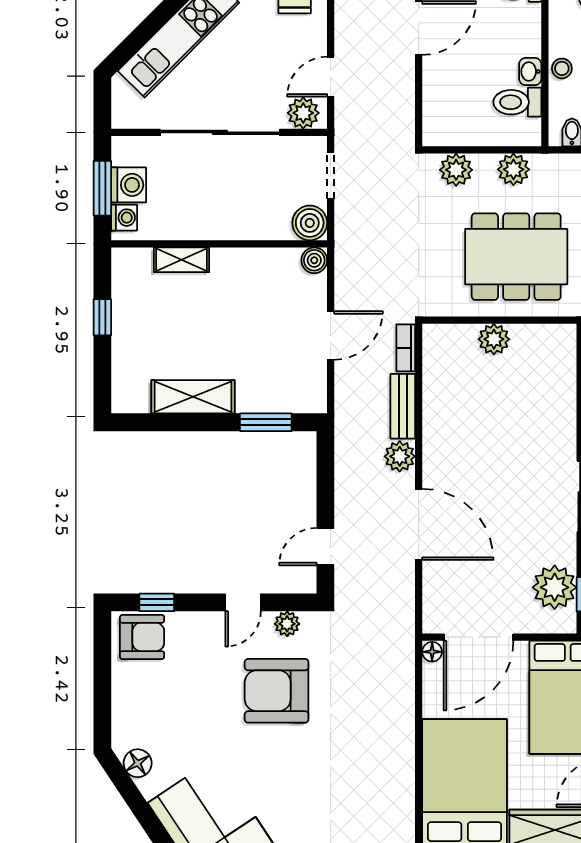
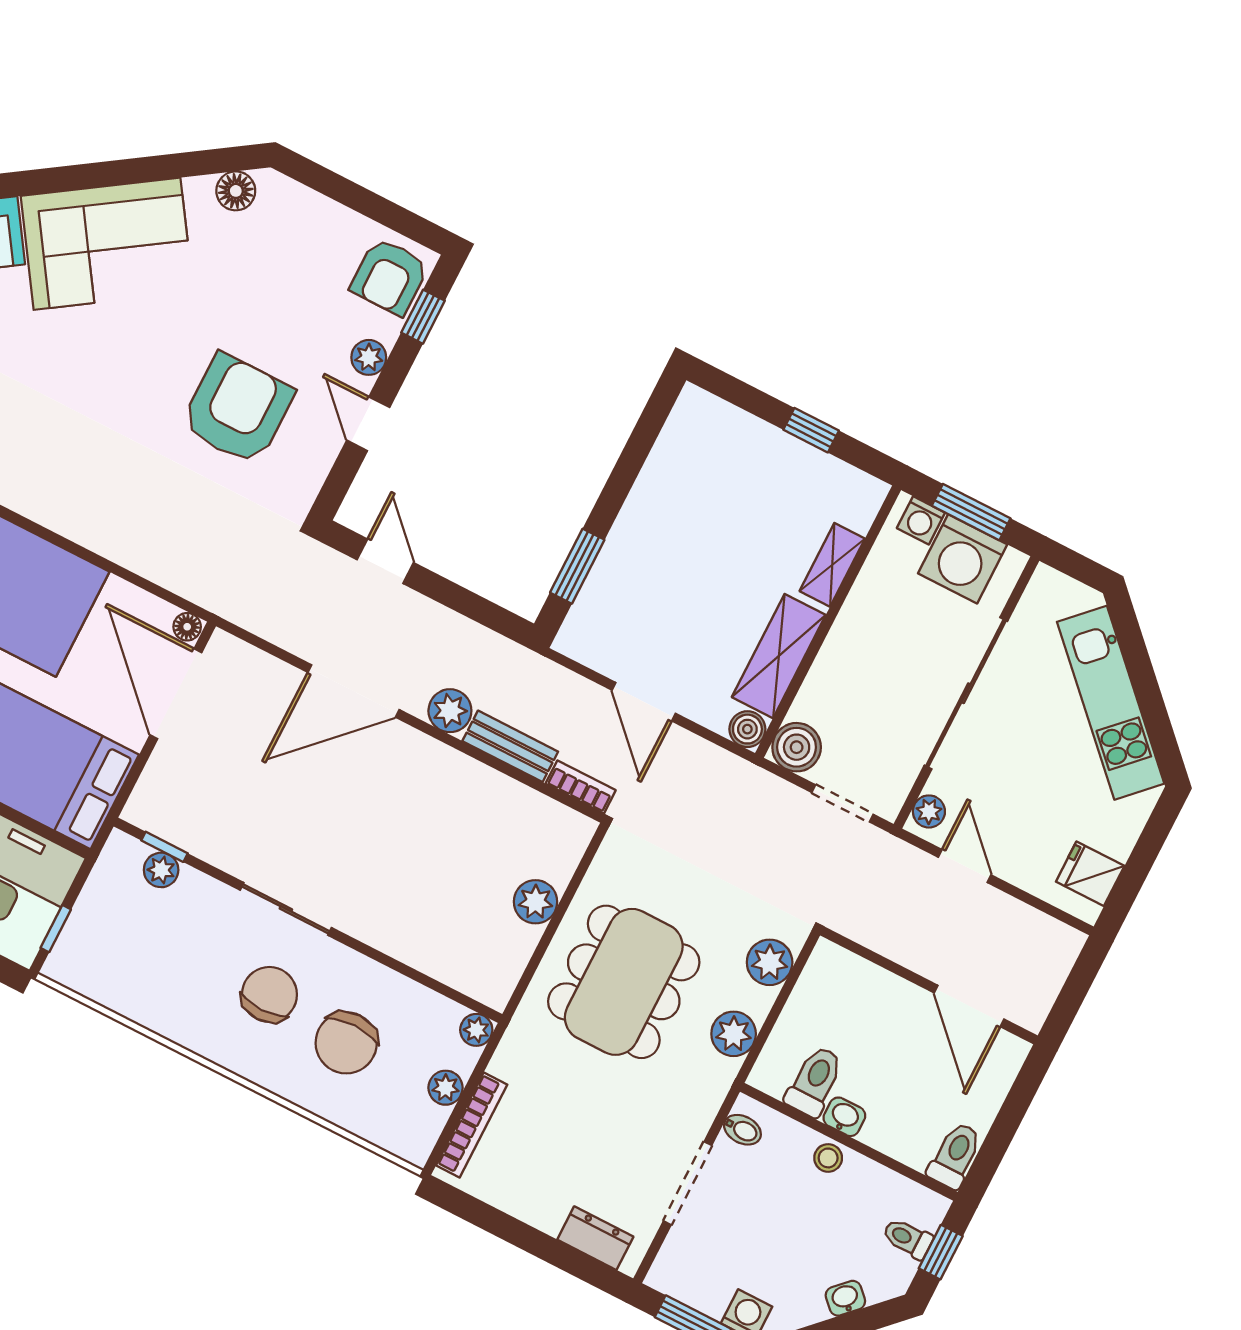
plant: (303, 113) -> (929, 811), width x0.73, depth x0.73
washing machine: (129, 185) -> (963, 559), width x1.37, depth x1.37
shelving: (193, 397) -> (779, 656), moved
plant: (555, 587) -> (189, 820), removed
plant: (287, 624) -> (369, 357), moved

